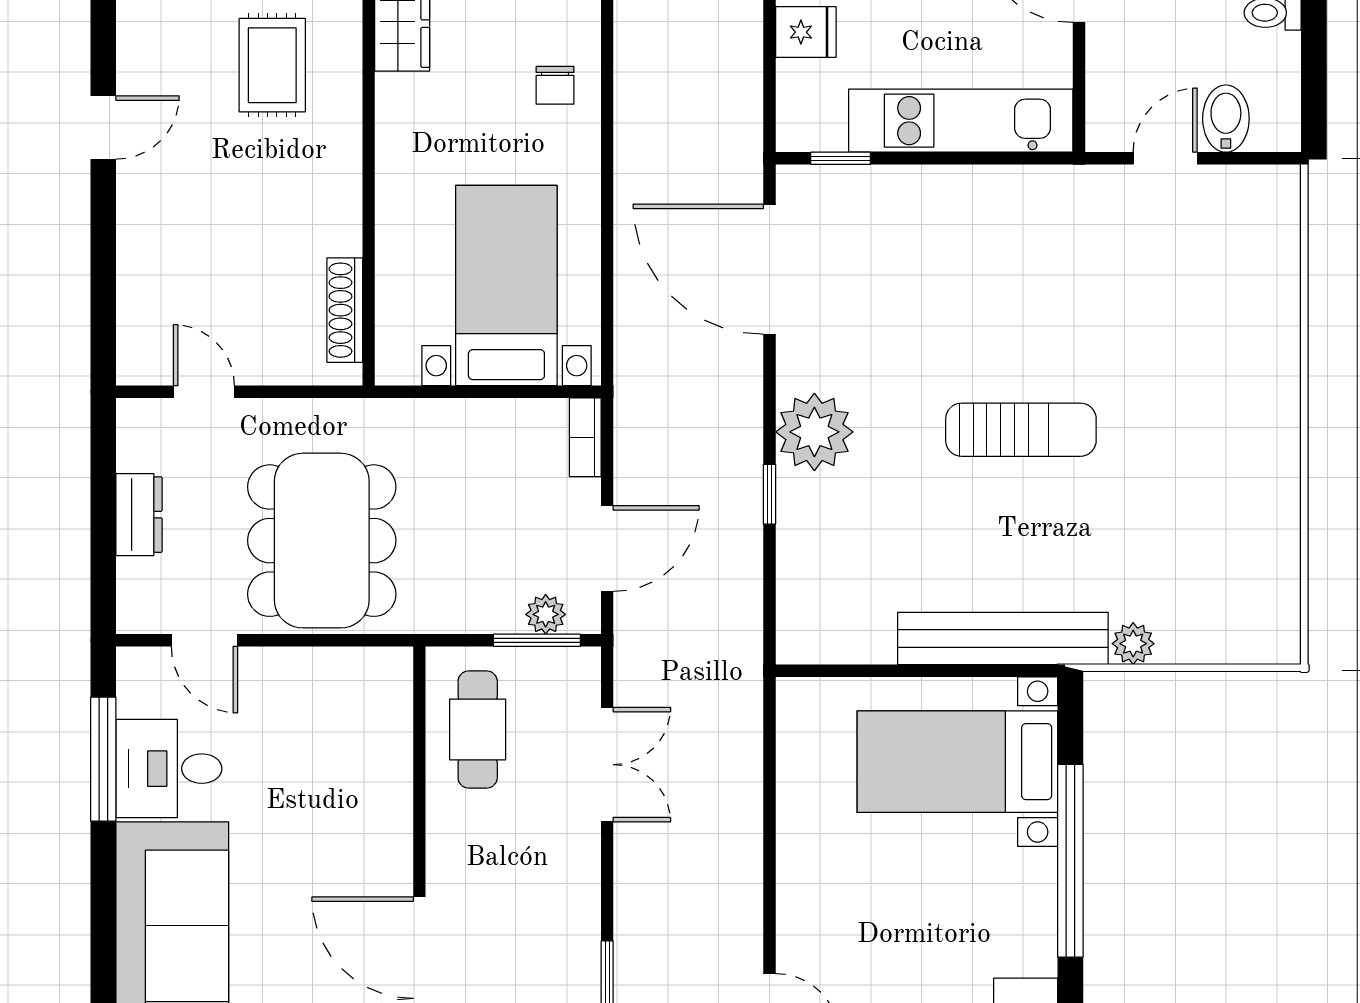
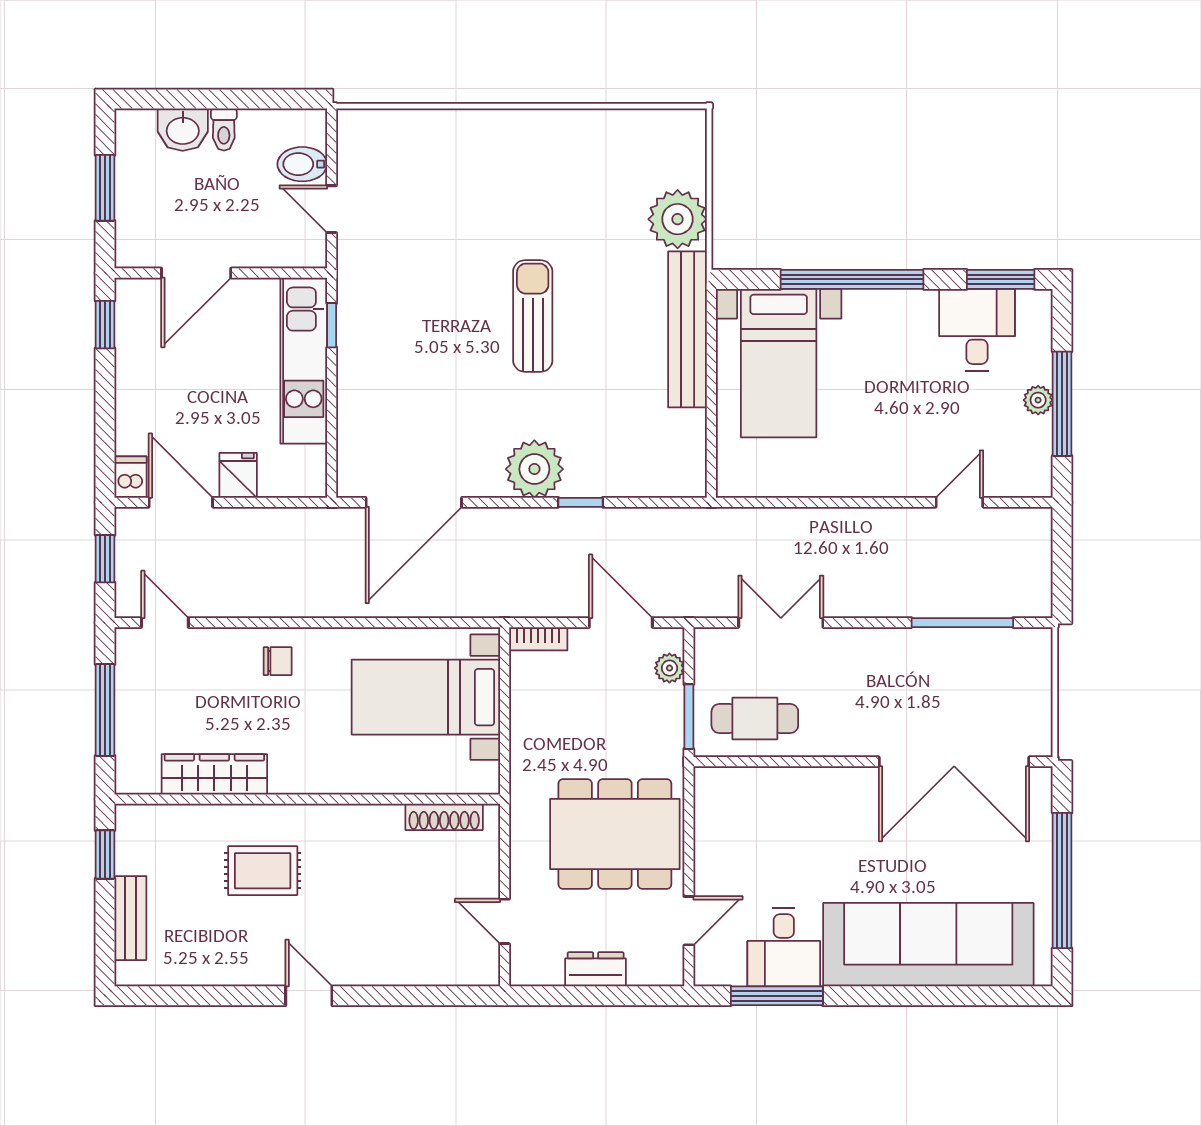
window: (840, 158) -> (332, 325), moved
door: (204, 392) -> (505, 921), hinge flipped
window: (537, 640) -> (689, 717), moved
plant: (1133, 644) -> (678, 219), width x1.87, depth x1.87

